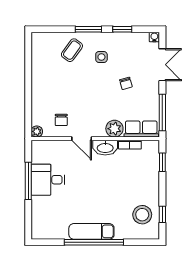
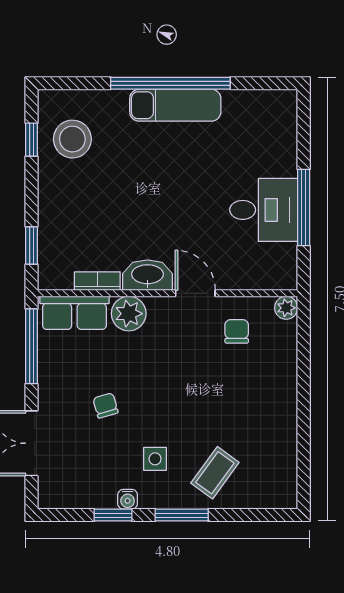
water cooler: (154, 37) -> (128, 499), moved

